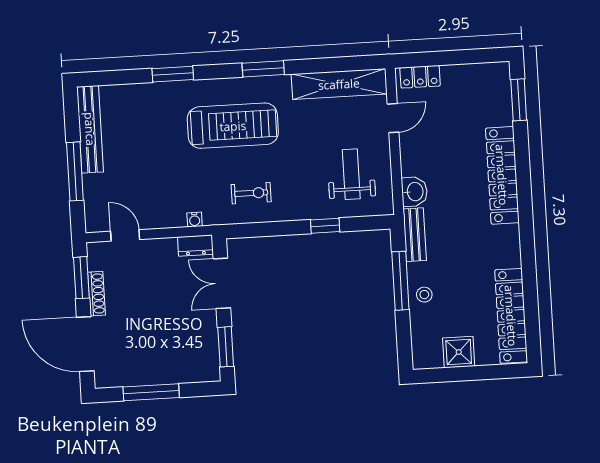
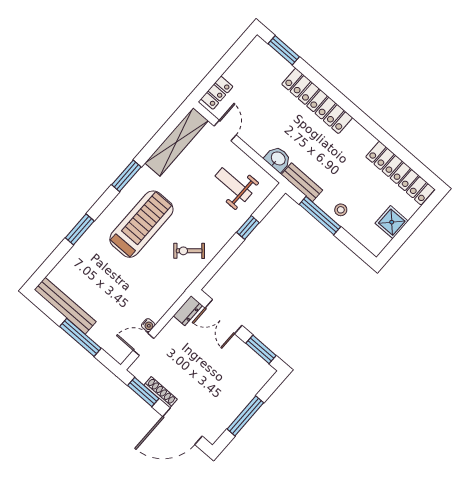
exercise bike: (251, 193) -> (189, 251), turned -131
water cooler: (195, 220) -> (148, 325), moved

